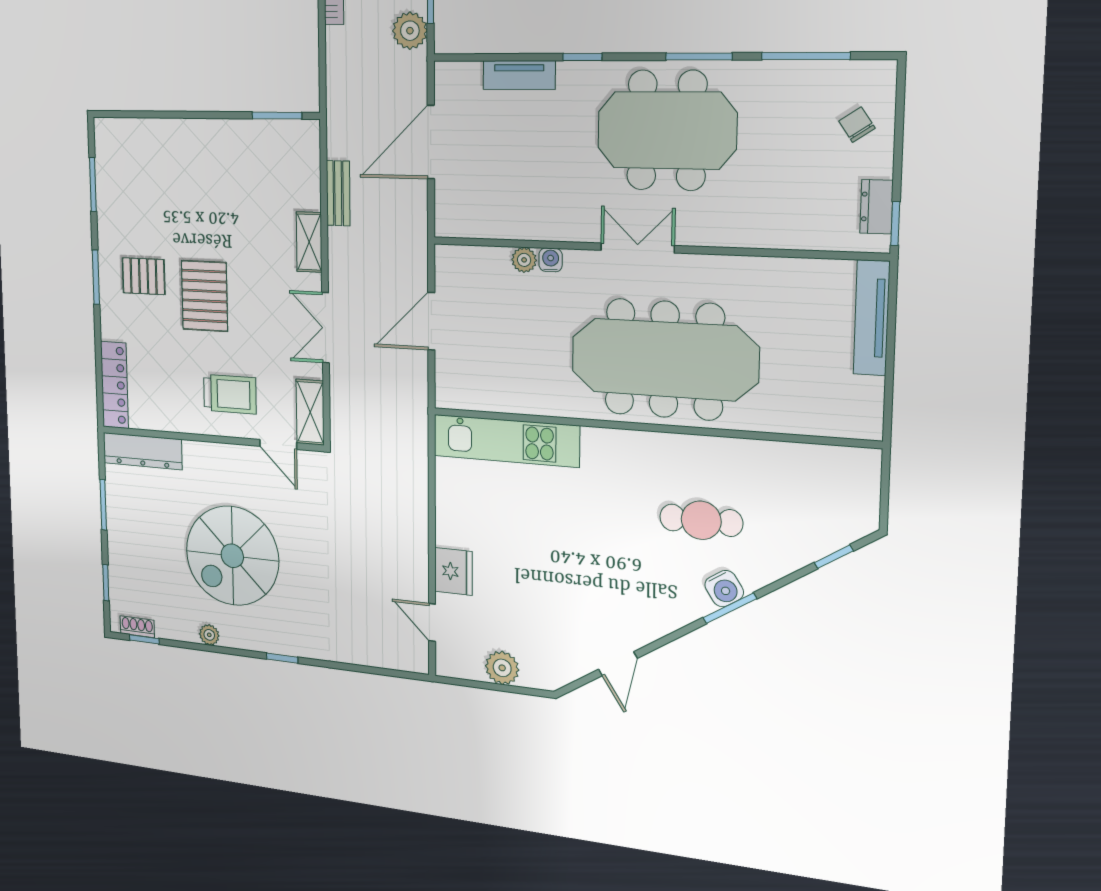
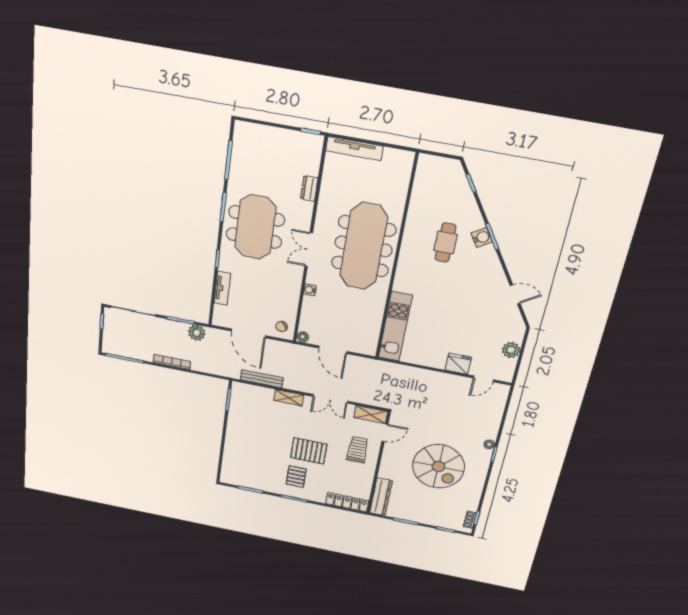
chair: (857, 125) -> (281, 327), moved
bench: (338, 193) -> (262, 379), width x1.36
dresser: (876, 207) -> (309, 188), moved, turned 90
plant: (524, 260) -> (303, 337), moved
plant: (209, 635) -> (489, 444), moved

